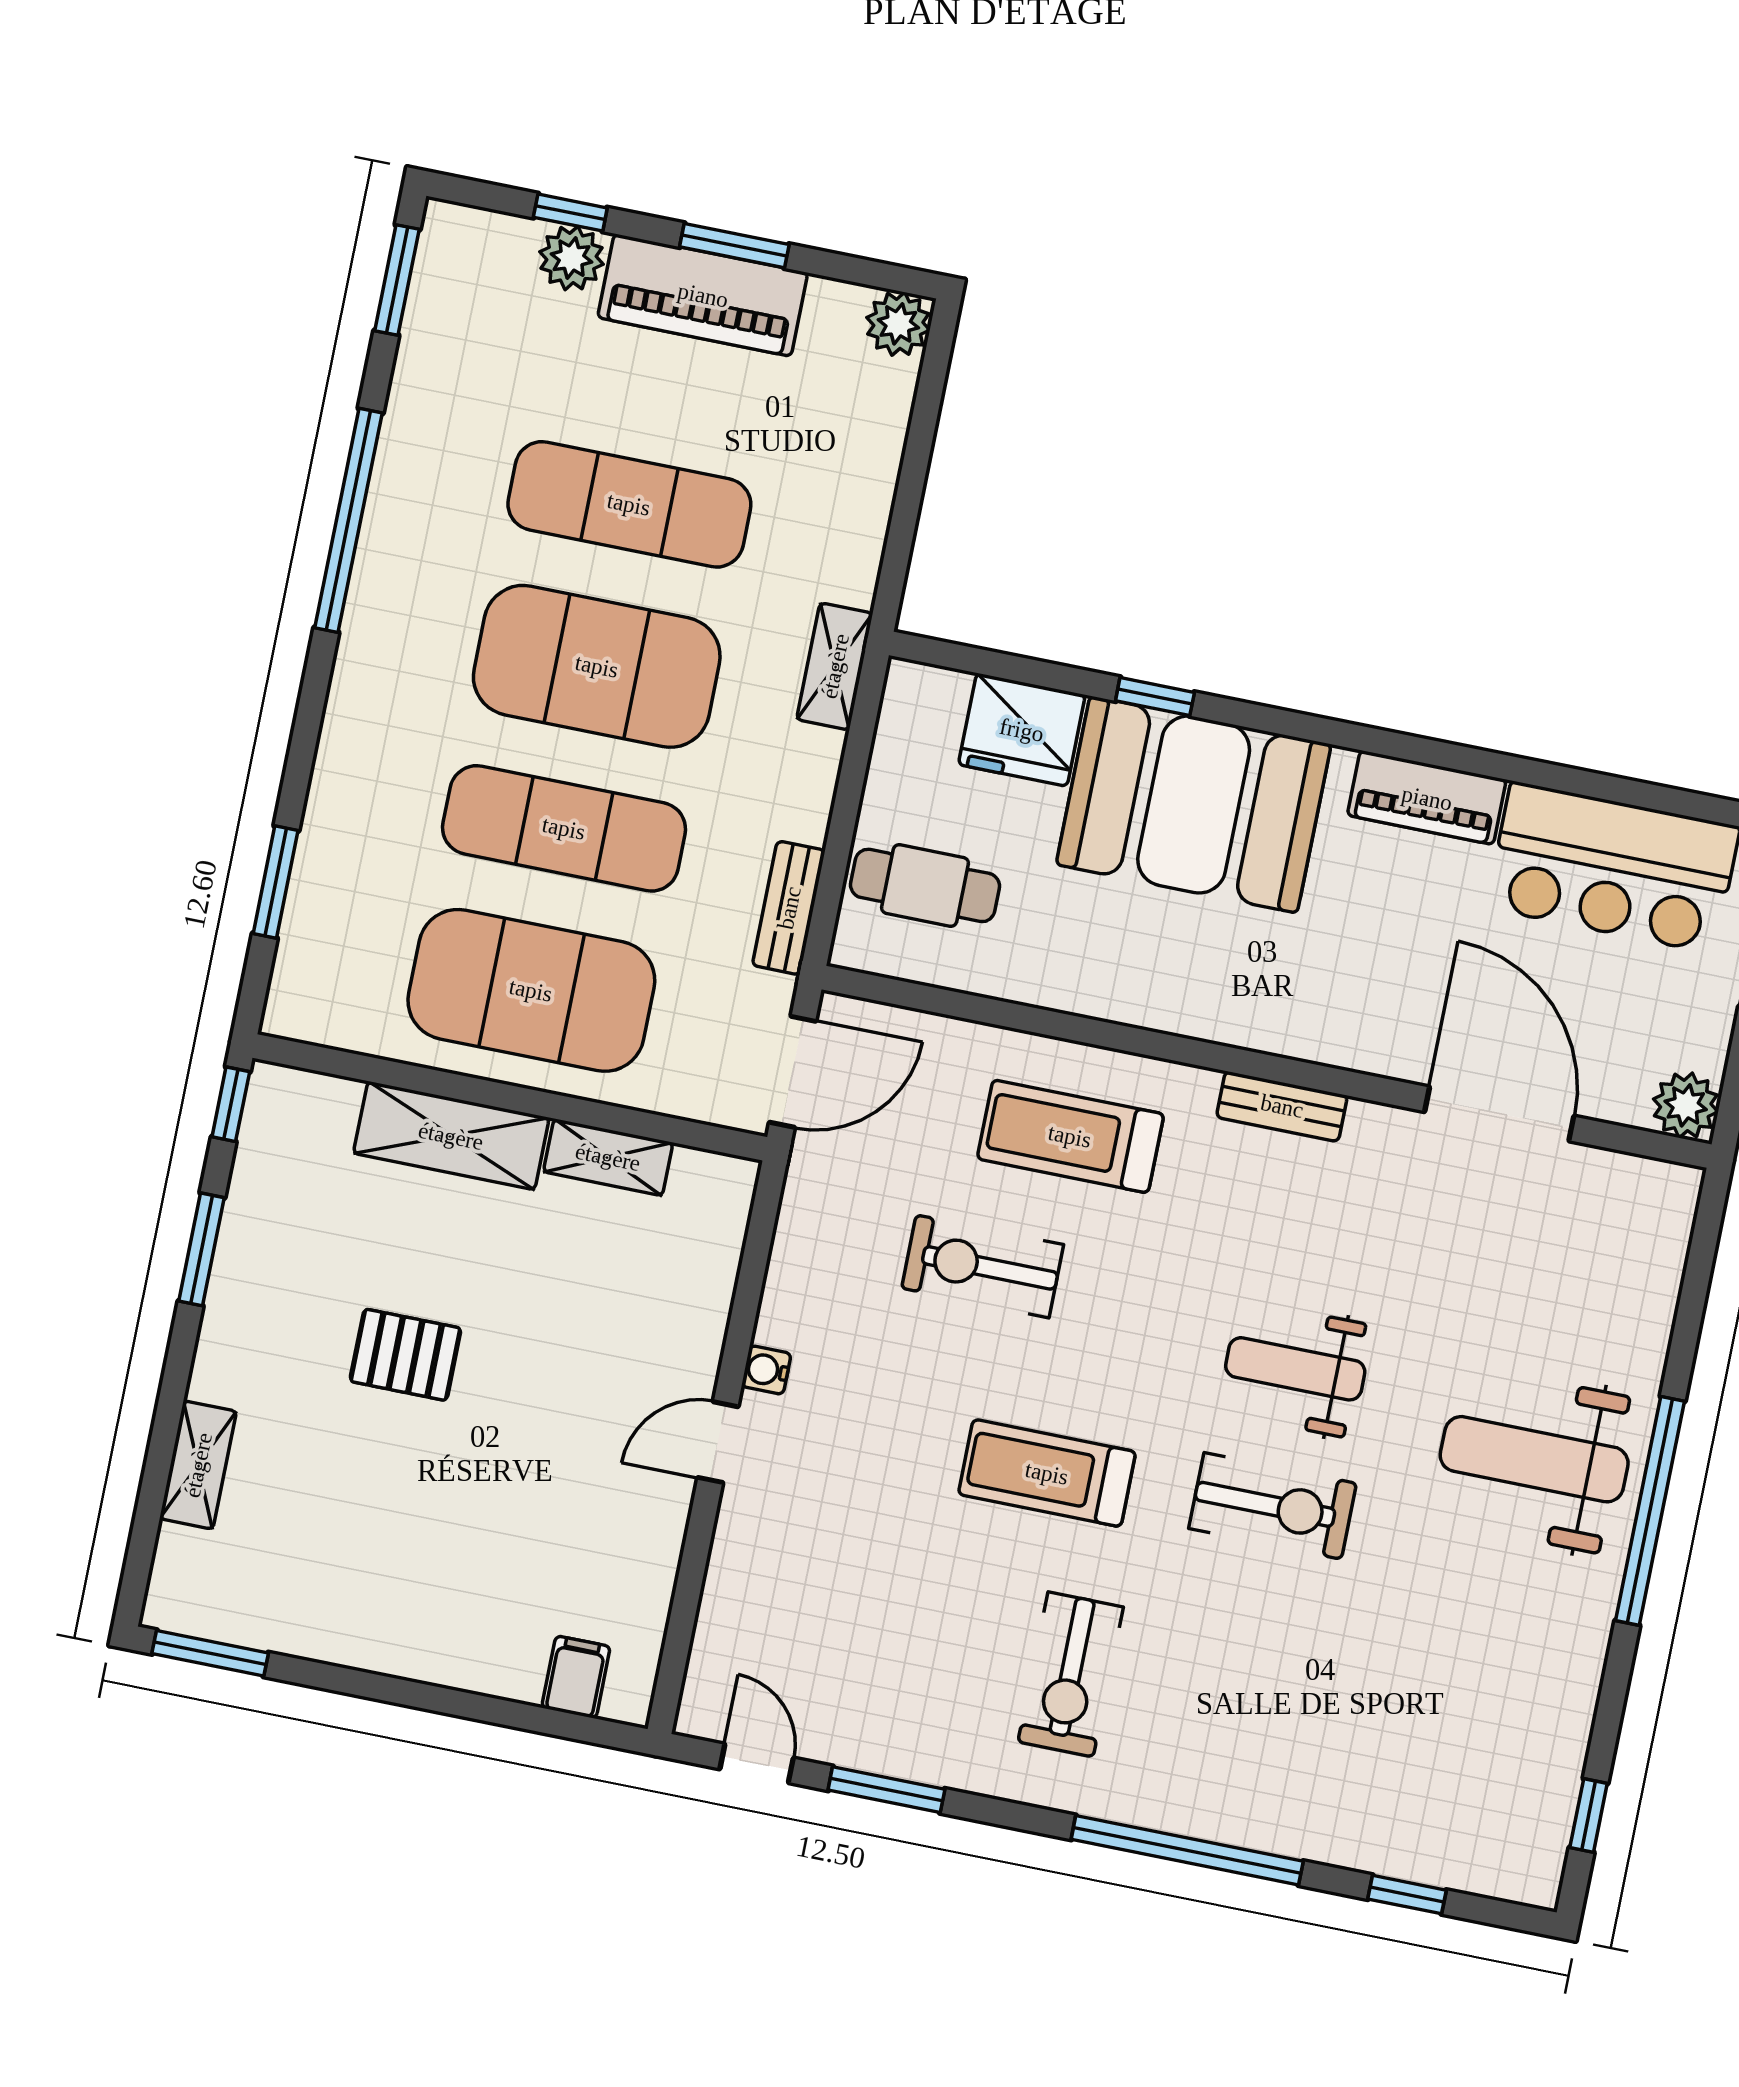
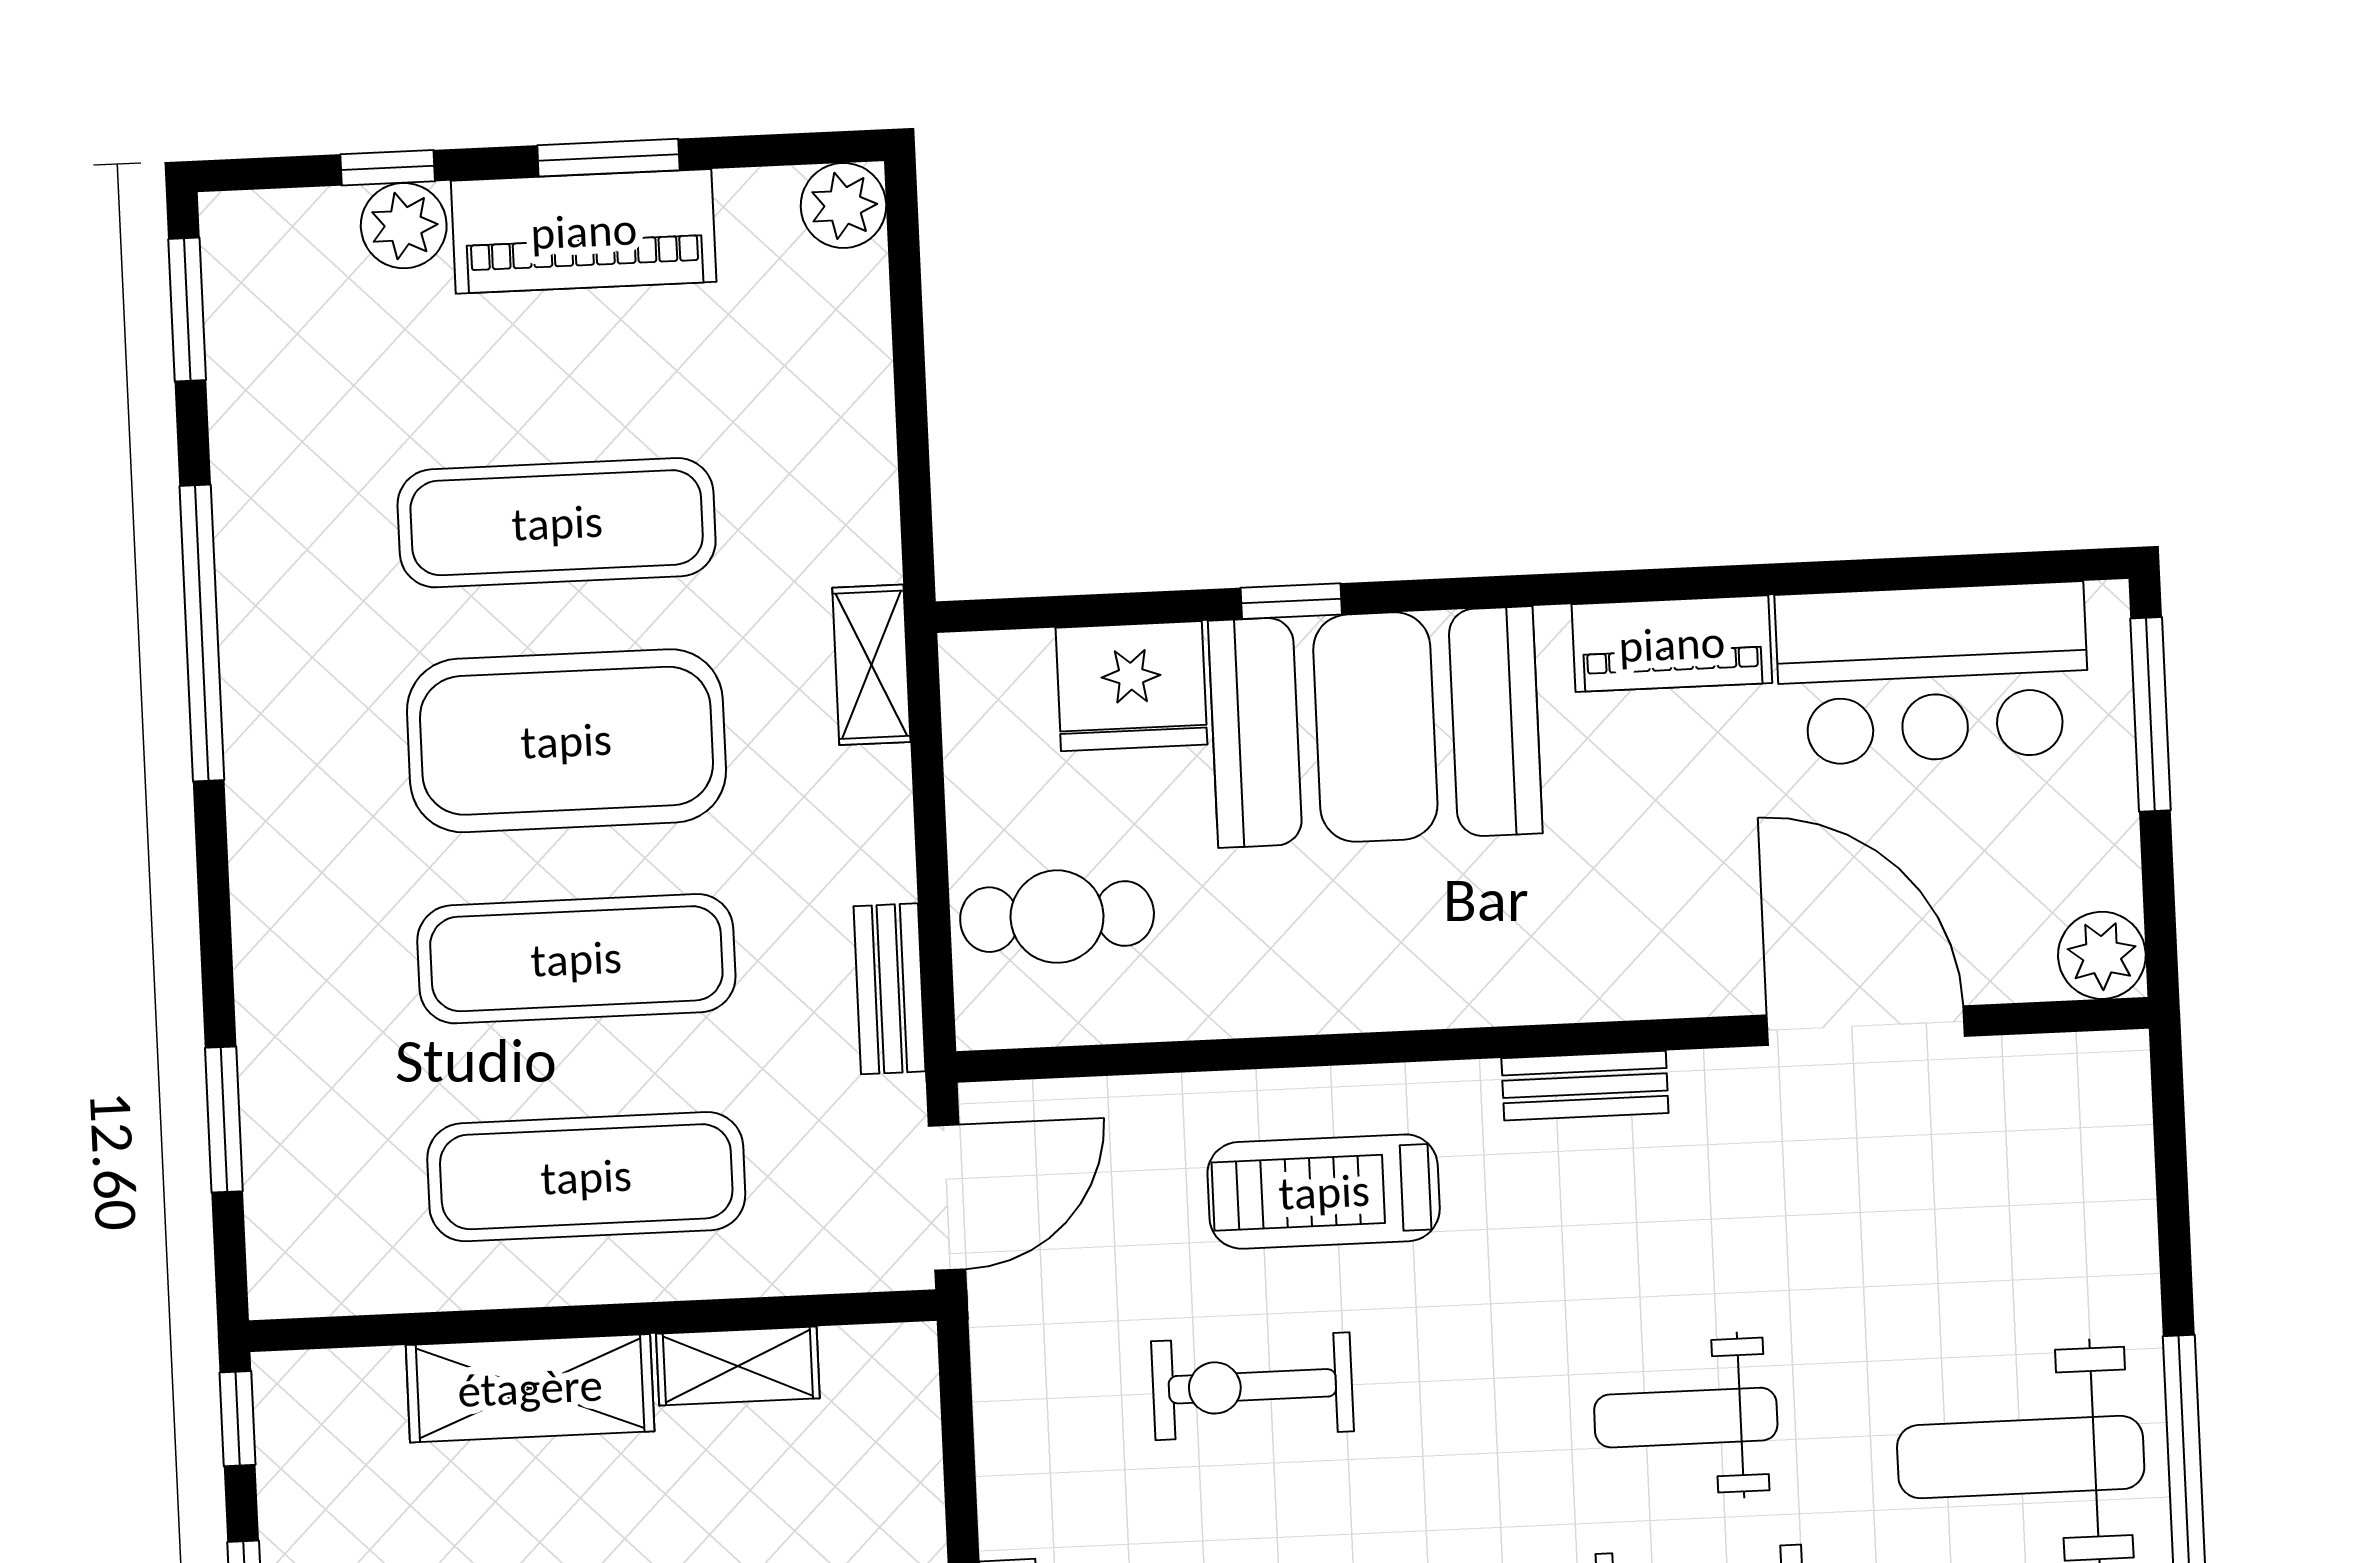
exercise mat: (531, 990) -> (586, 1177), width x0.68

